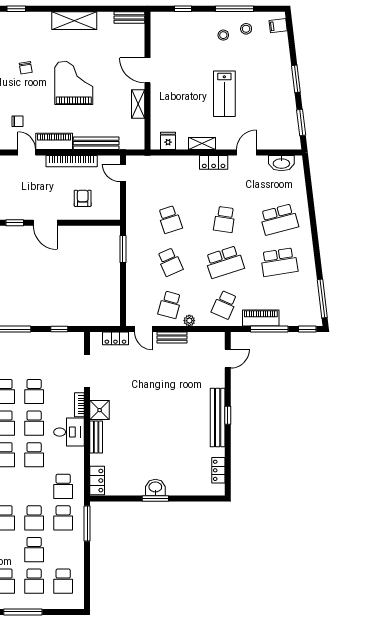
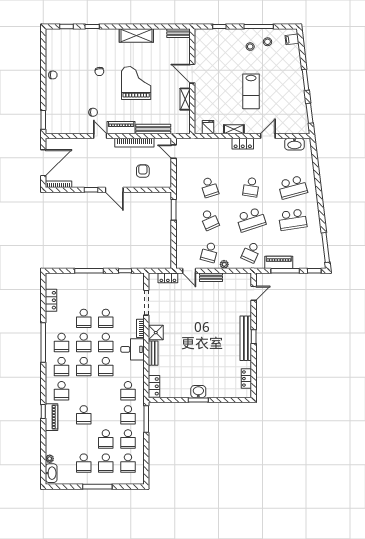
school desk: (34, 518) -> (128, 439), moved

